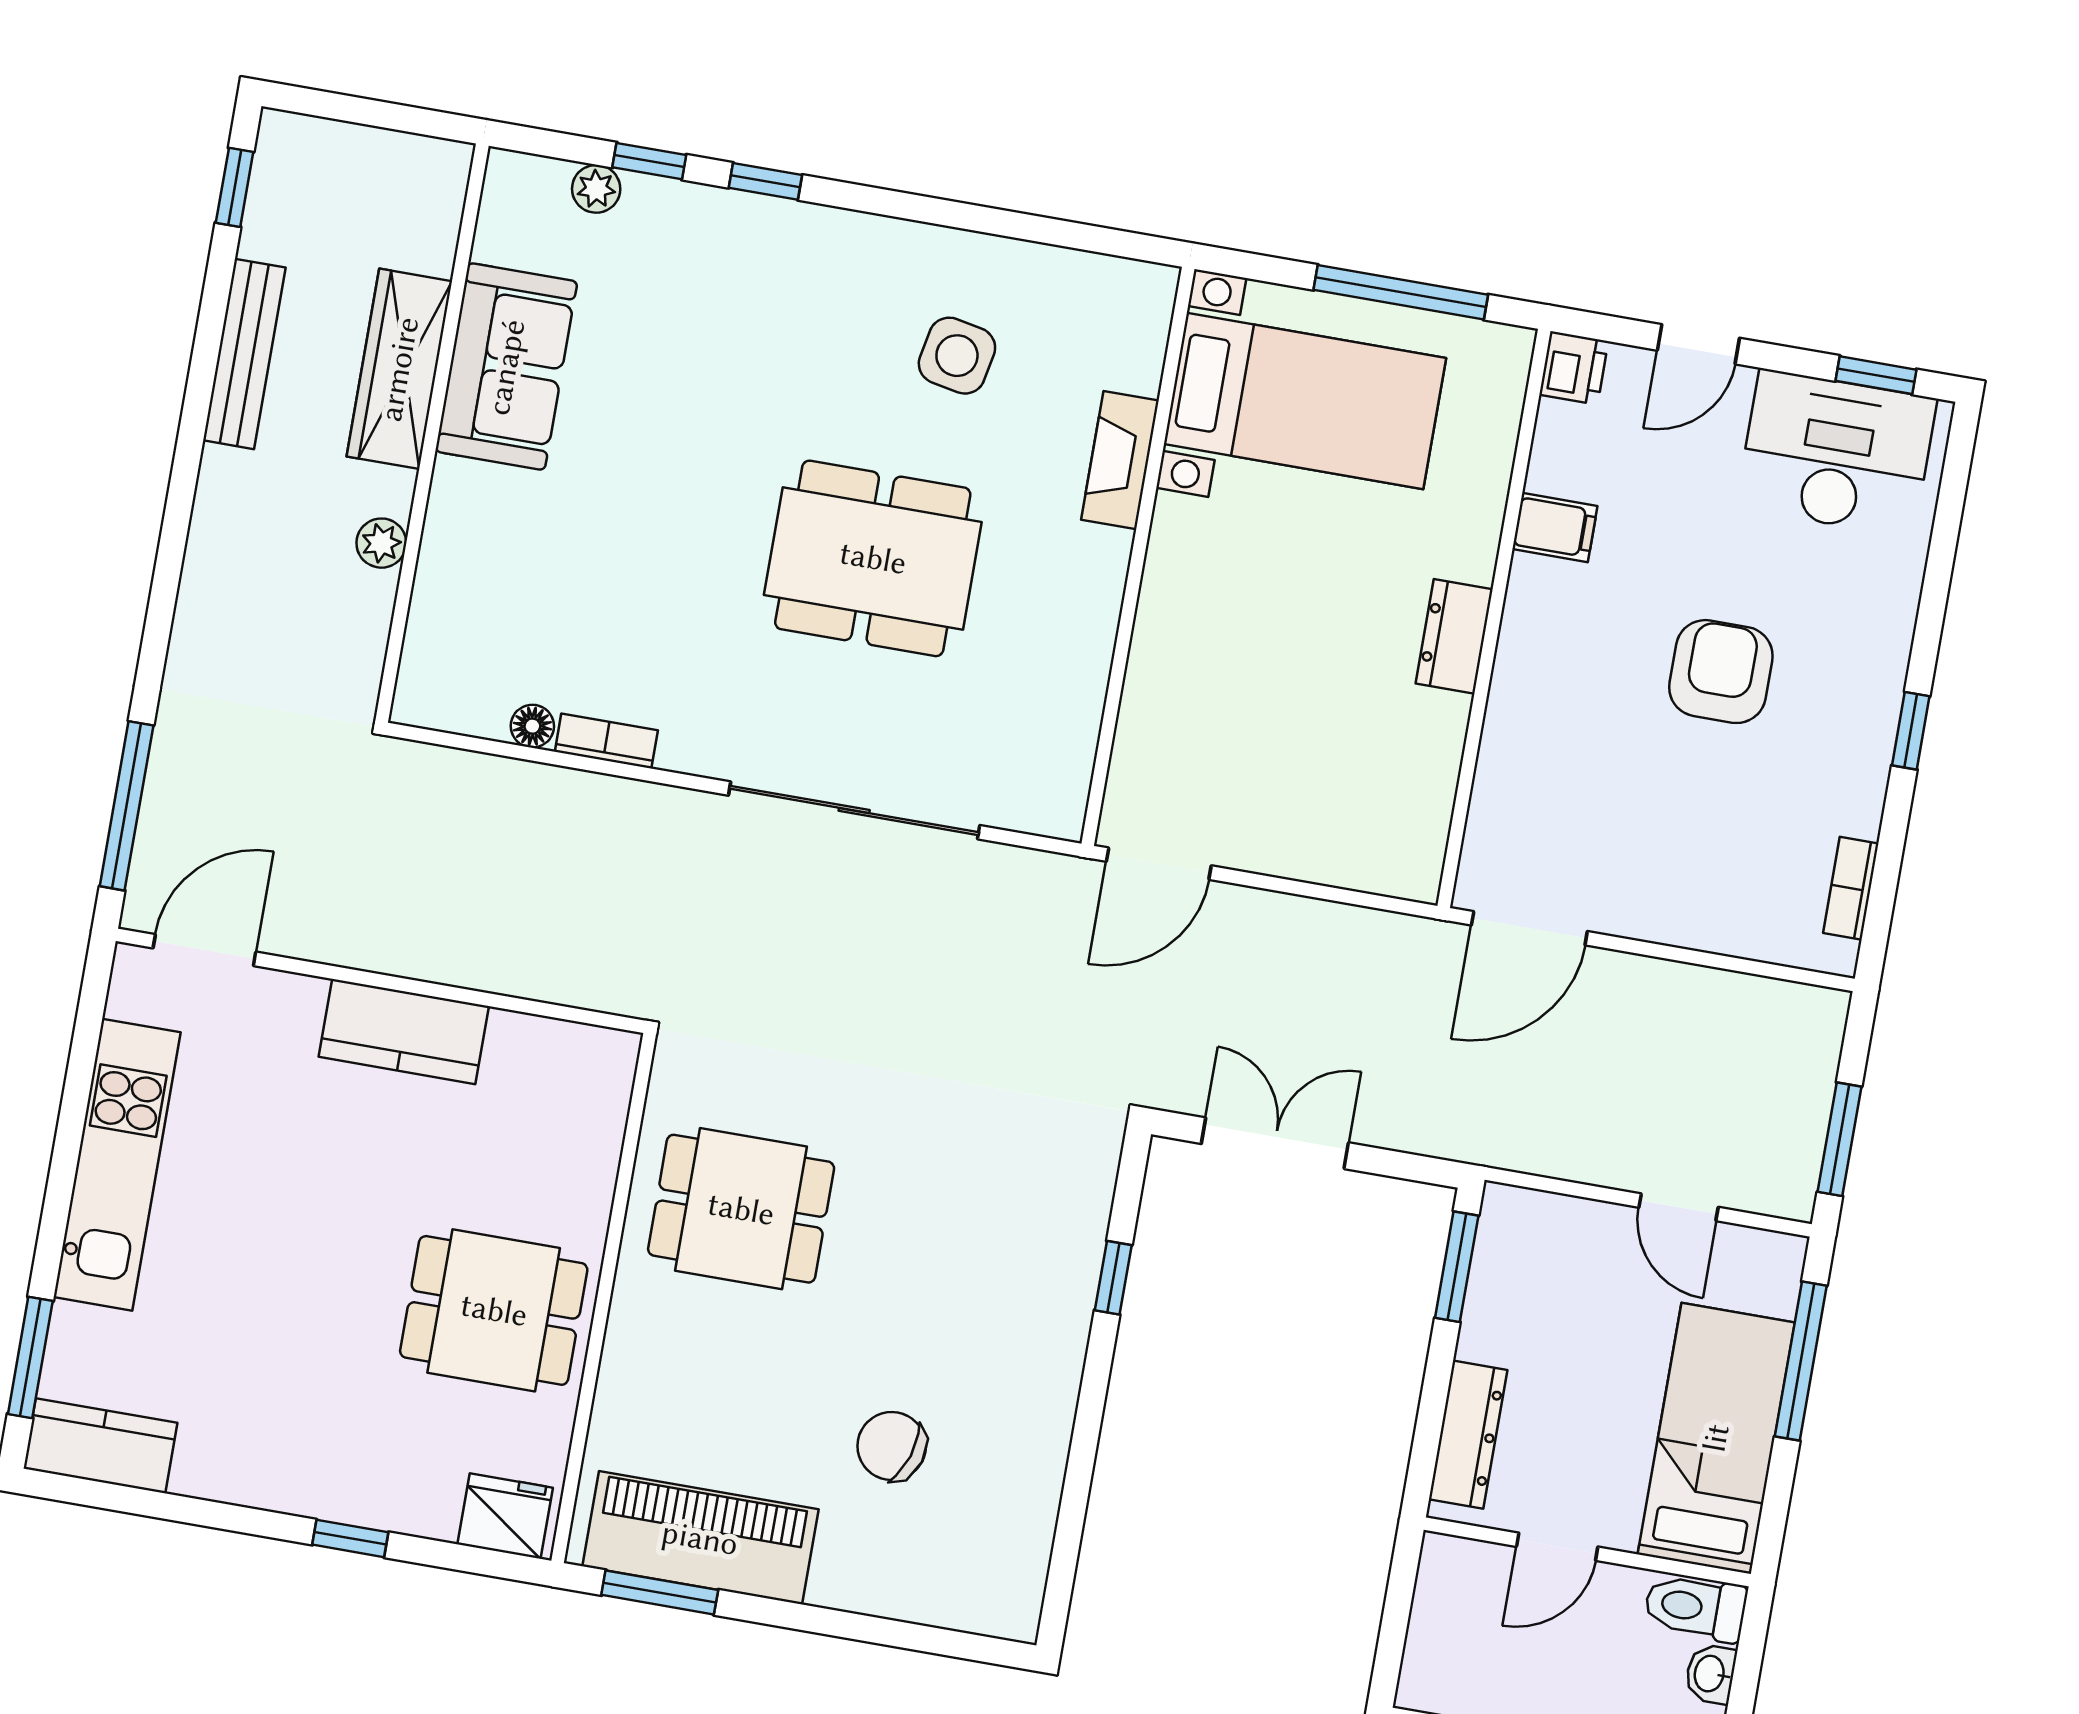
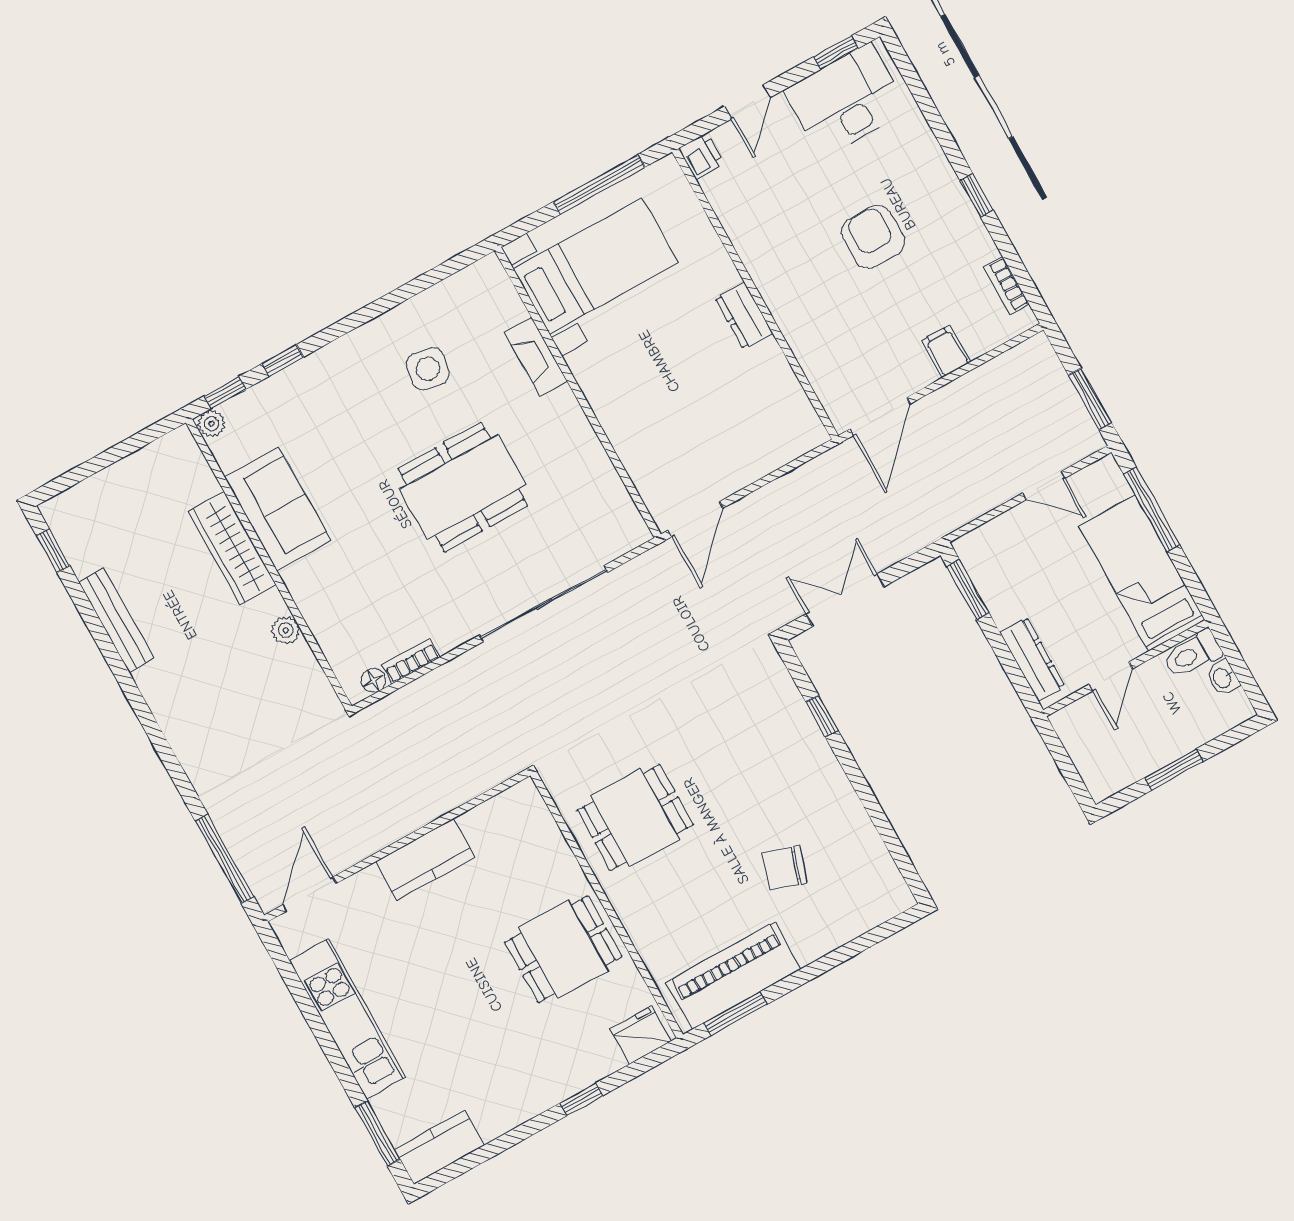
sofa: (506, 367) -> (278, 509), moved
wardrobe: (399, 369) -> (232, 548), moved
wall: (432, 433) -> (269, 564), moved
filing cabinet: (1555, 527) -> (946, 351), moved, turned -90
plant: (381, 543) -> (286, 630), moved

